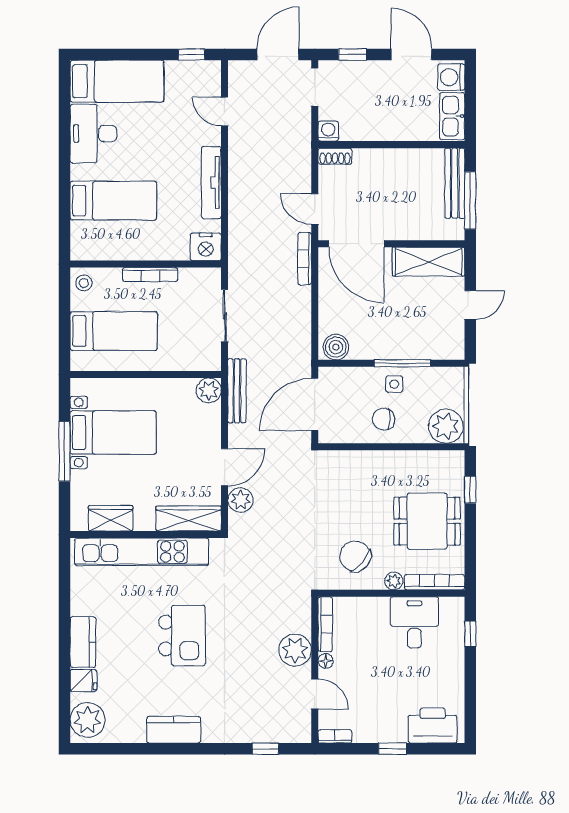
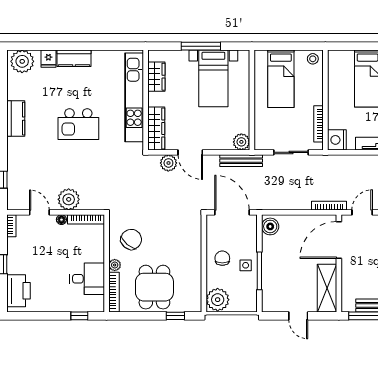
bookcase: (150, 275) -> (318, 124), moved
door: (315, 694) -> (39, 212), swing flipped

